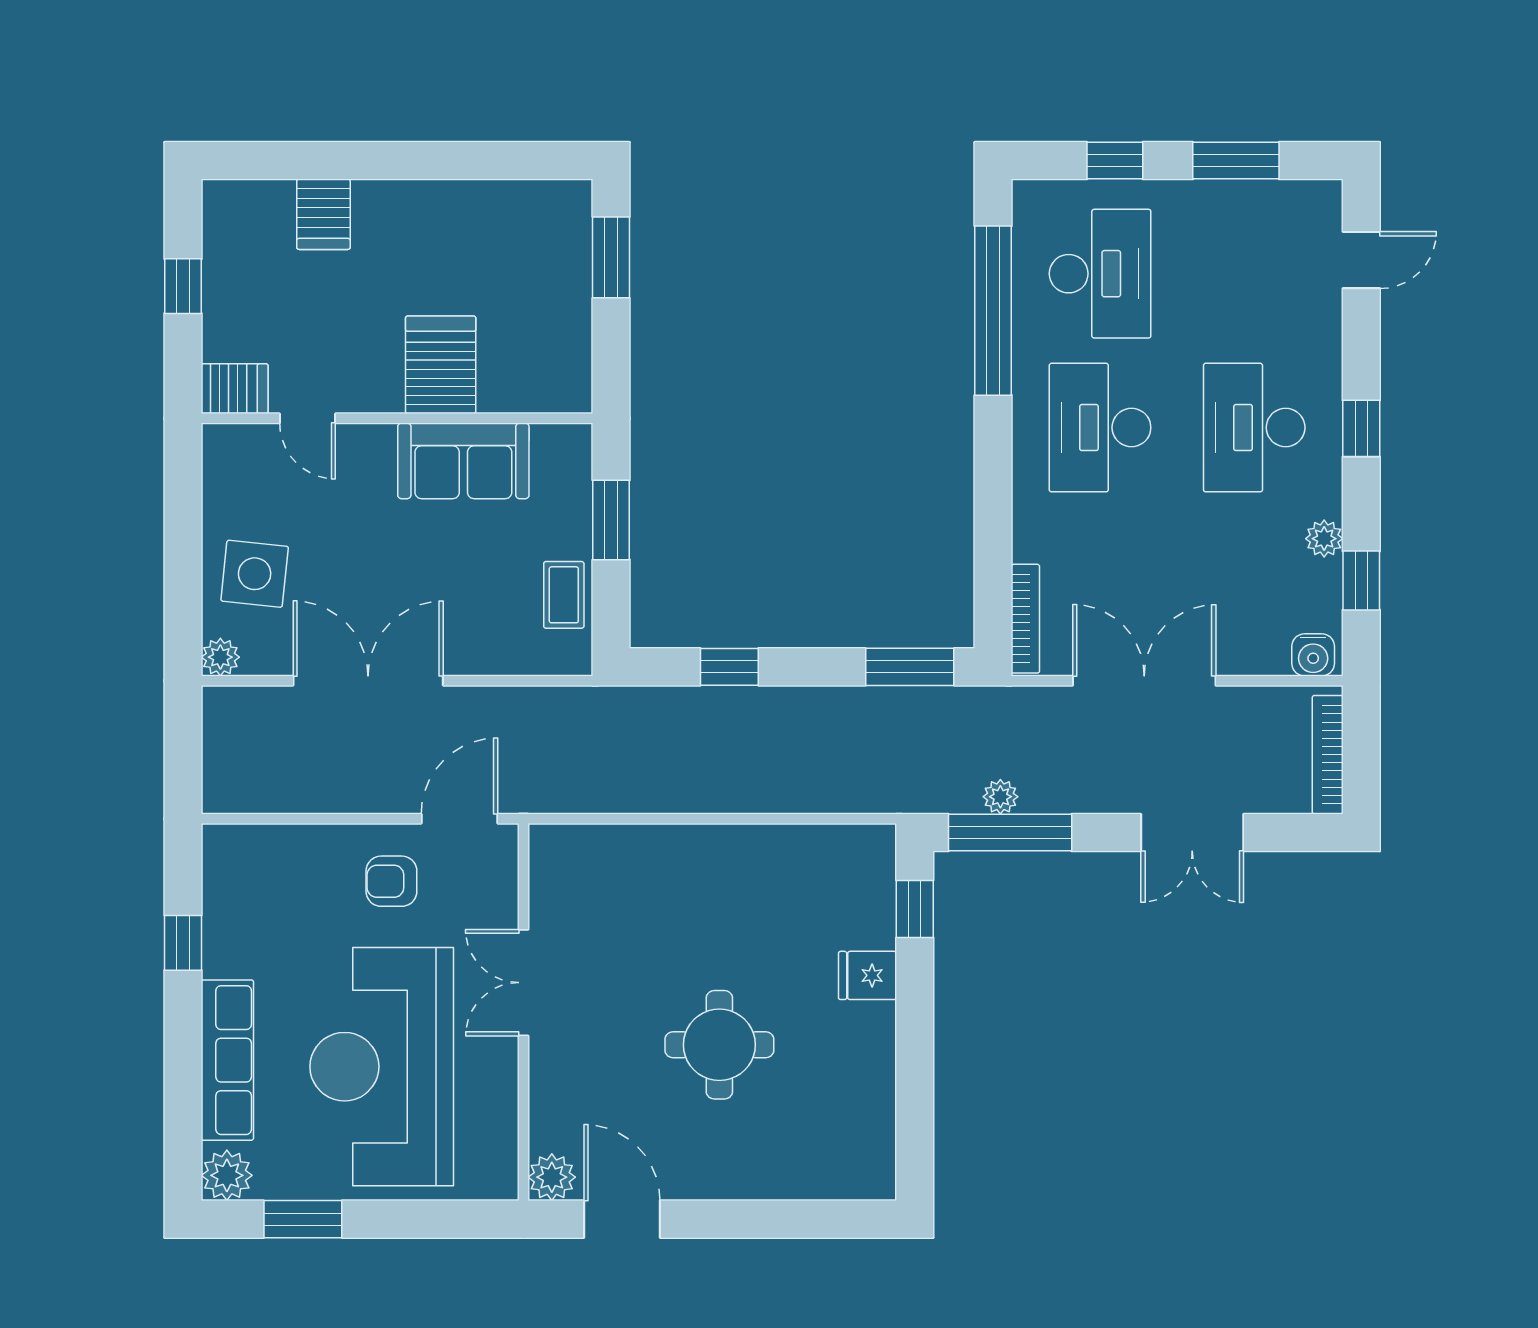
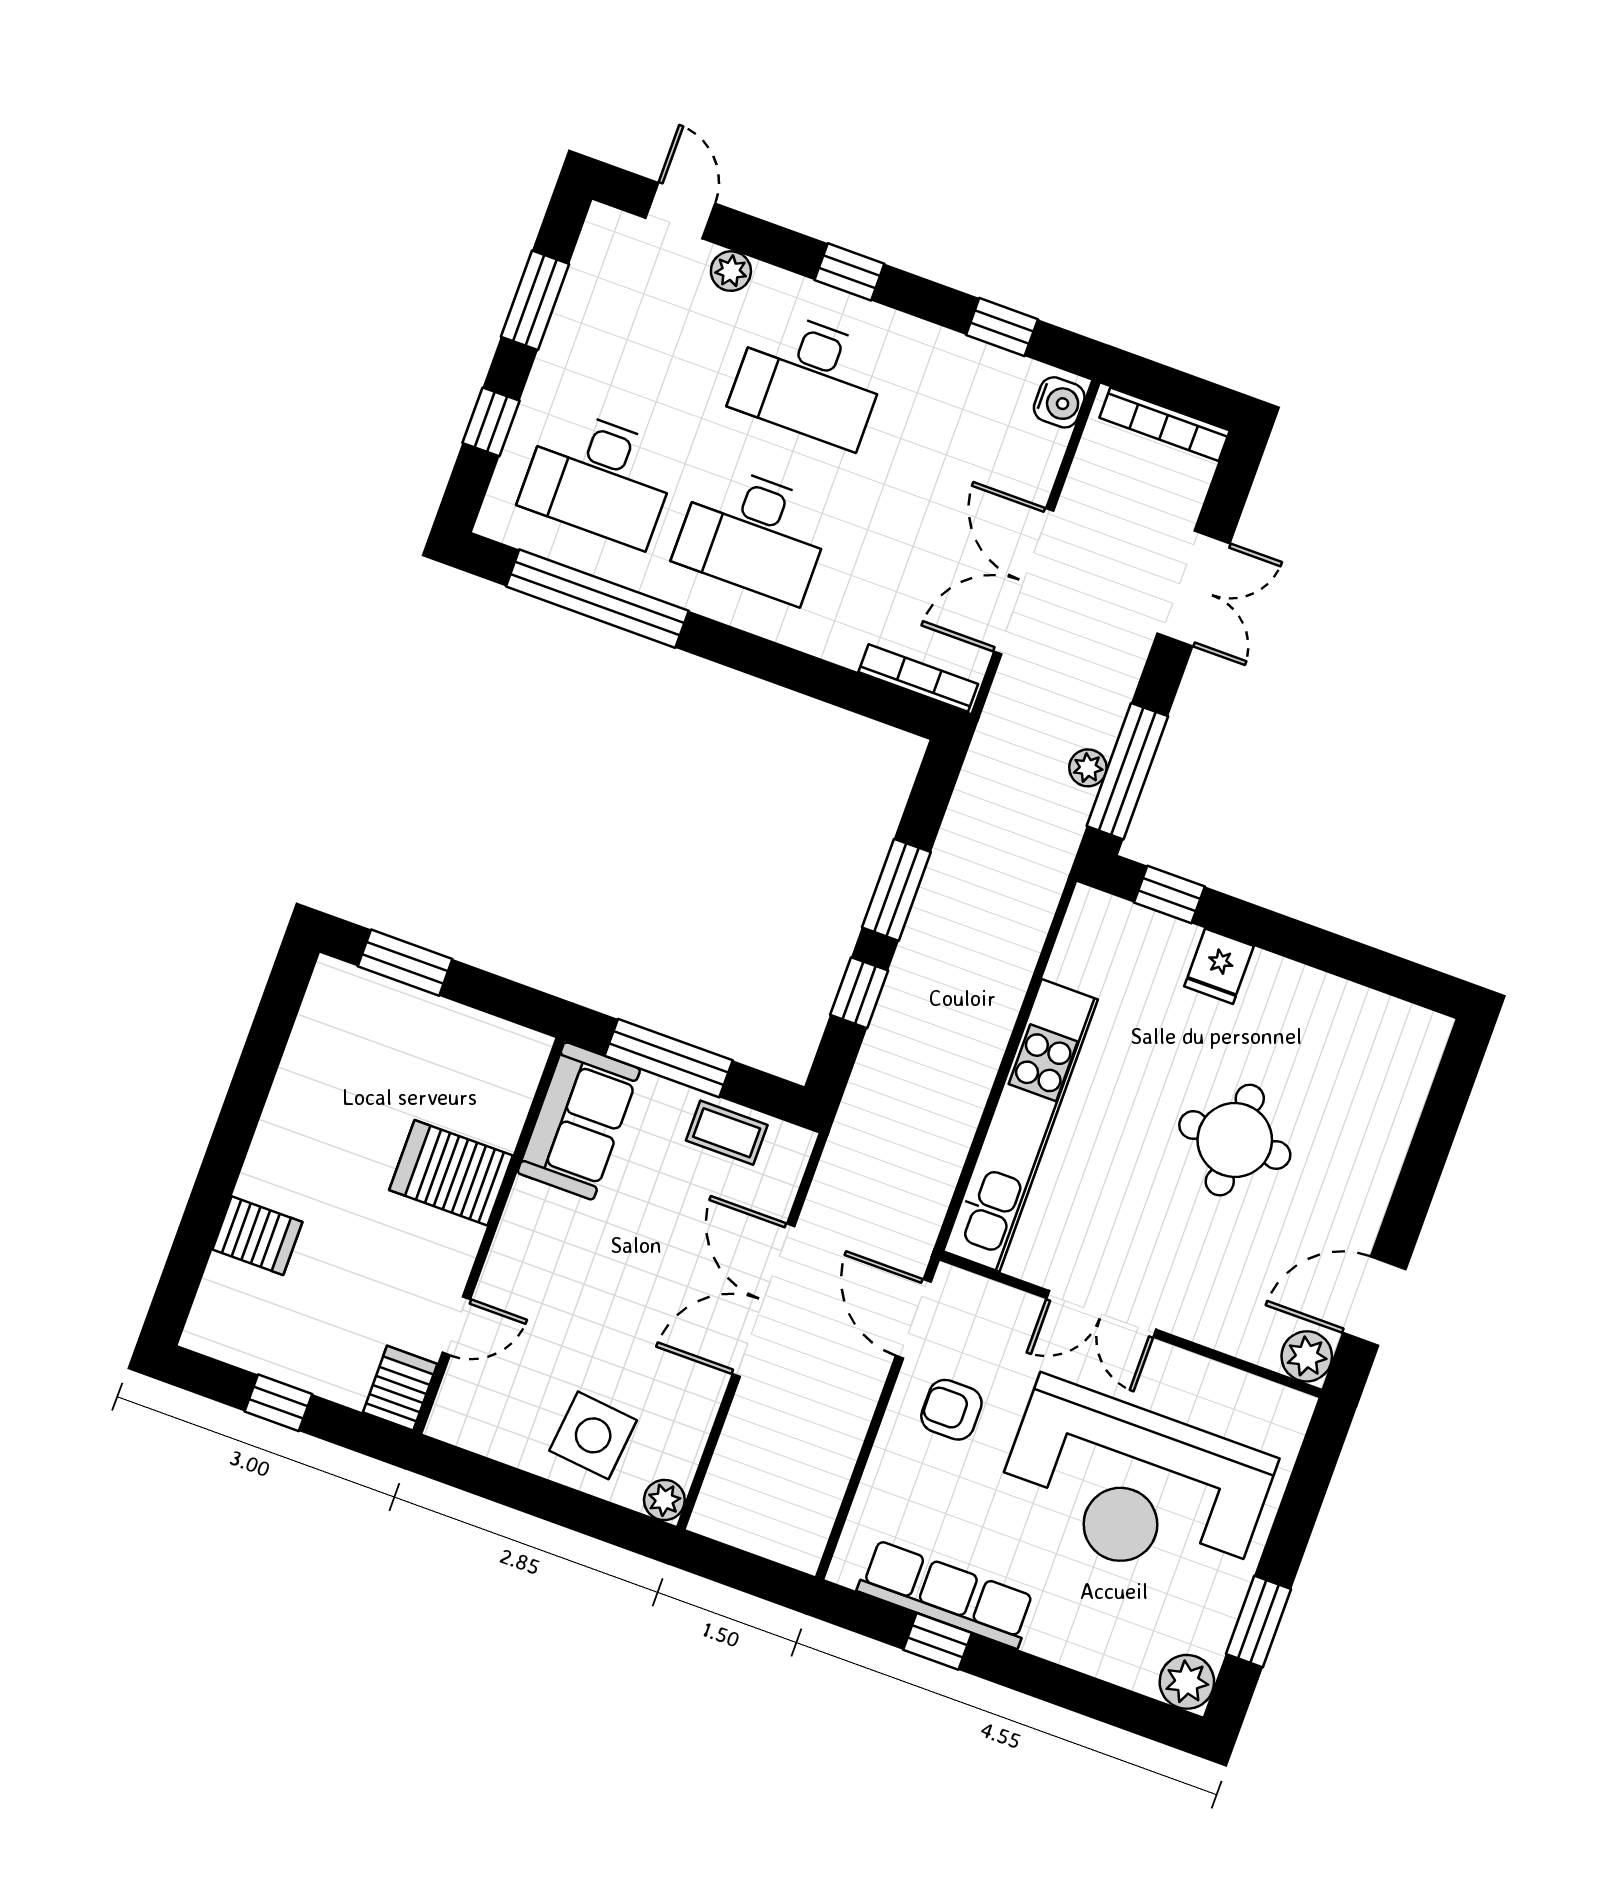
desk: (1100, 274) -> (599, 478), turned 180
sofa: (463, 461) -> (579, 1121), moved
window: (611, 520) -> (669, 1058), width x1.44
plant: (1324, 539) -> (731, 271), moved
window: (910, 667) -> (896, 890), moved
double door: (368, 681) -> (763, 1300), moved
kitchen unit: (664, 851) -> (1021, 1125), added
armchair: (391, 881) -> (951, 1410), turned 90
row of seats: (227, 1060) -> (946, 1594), moved

